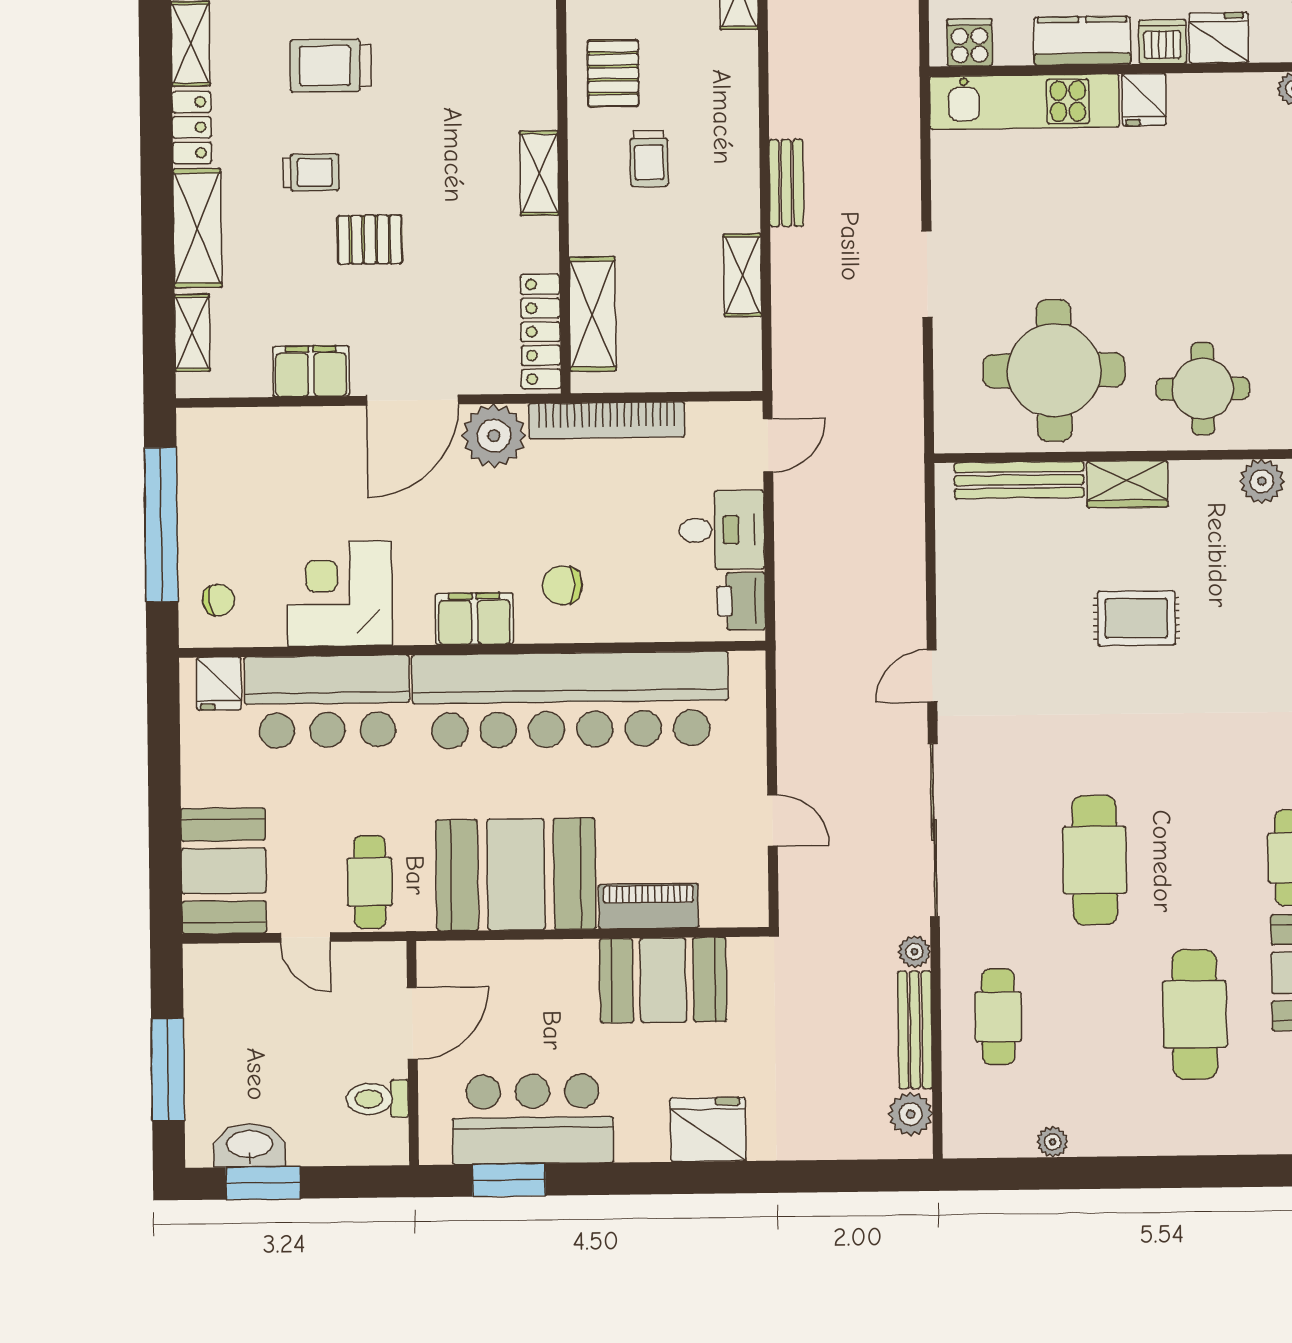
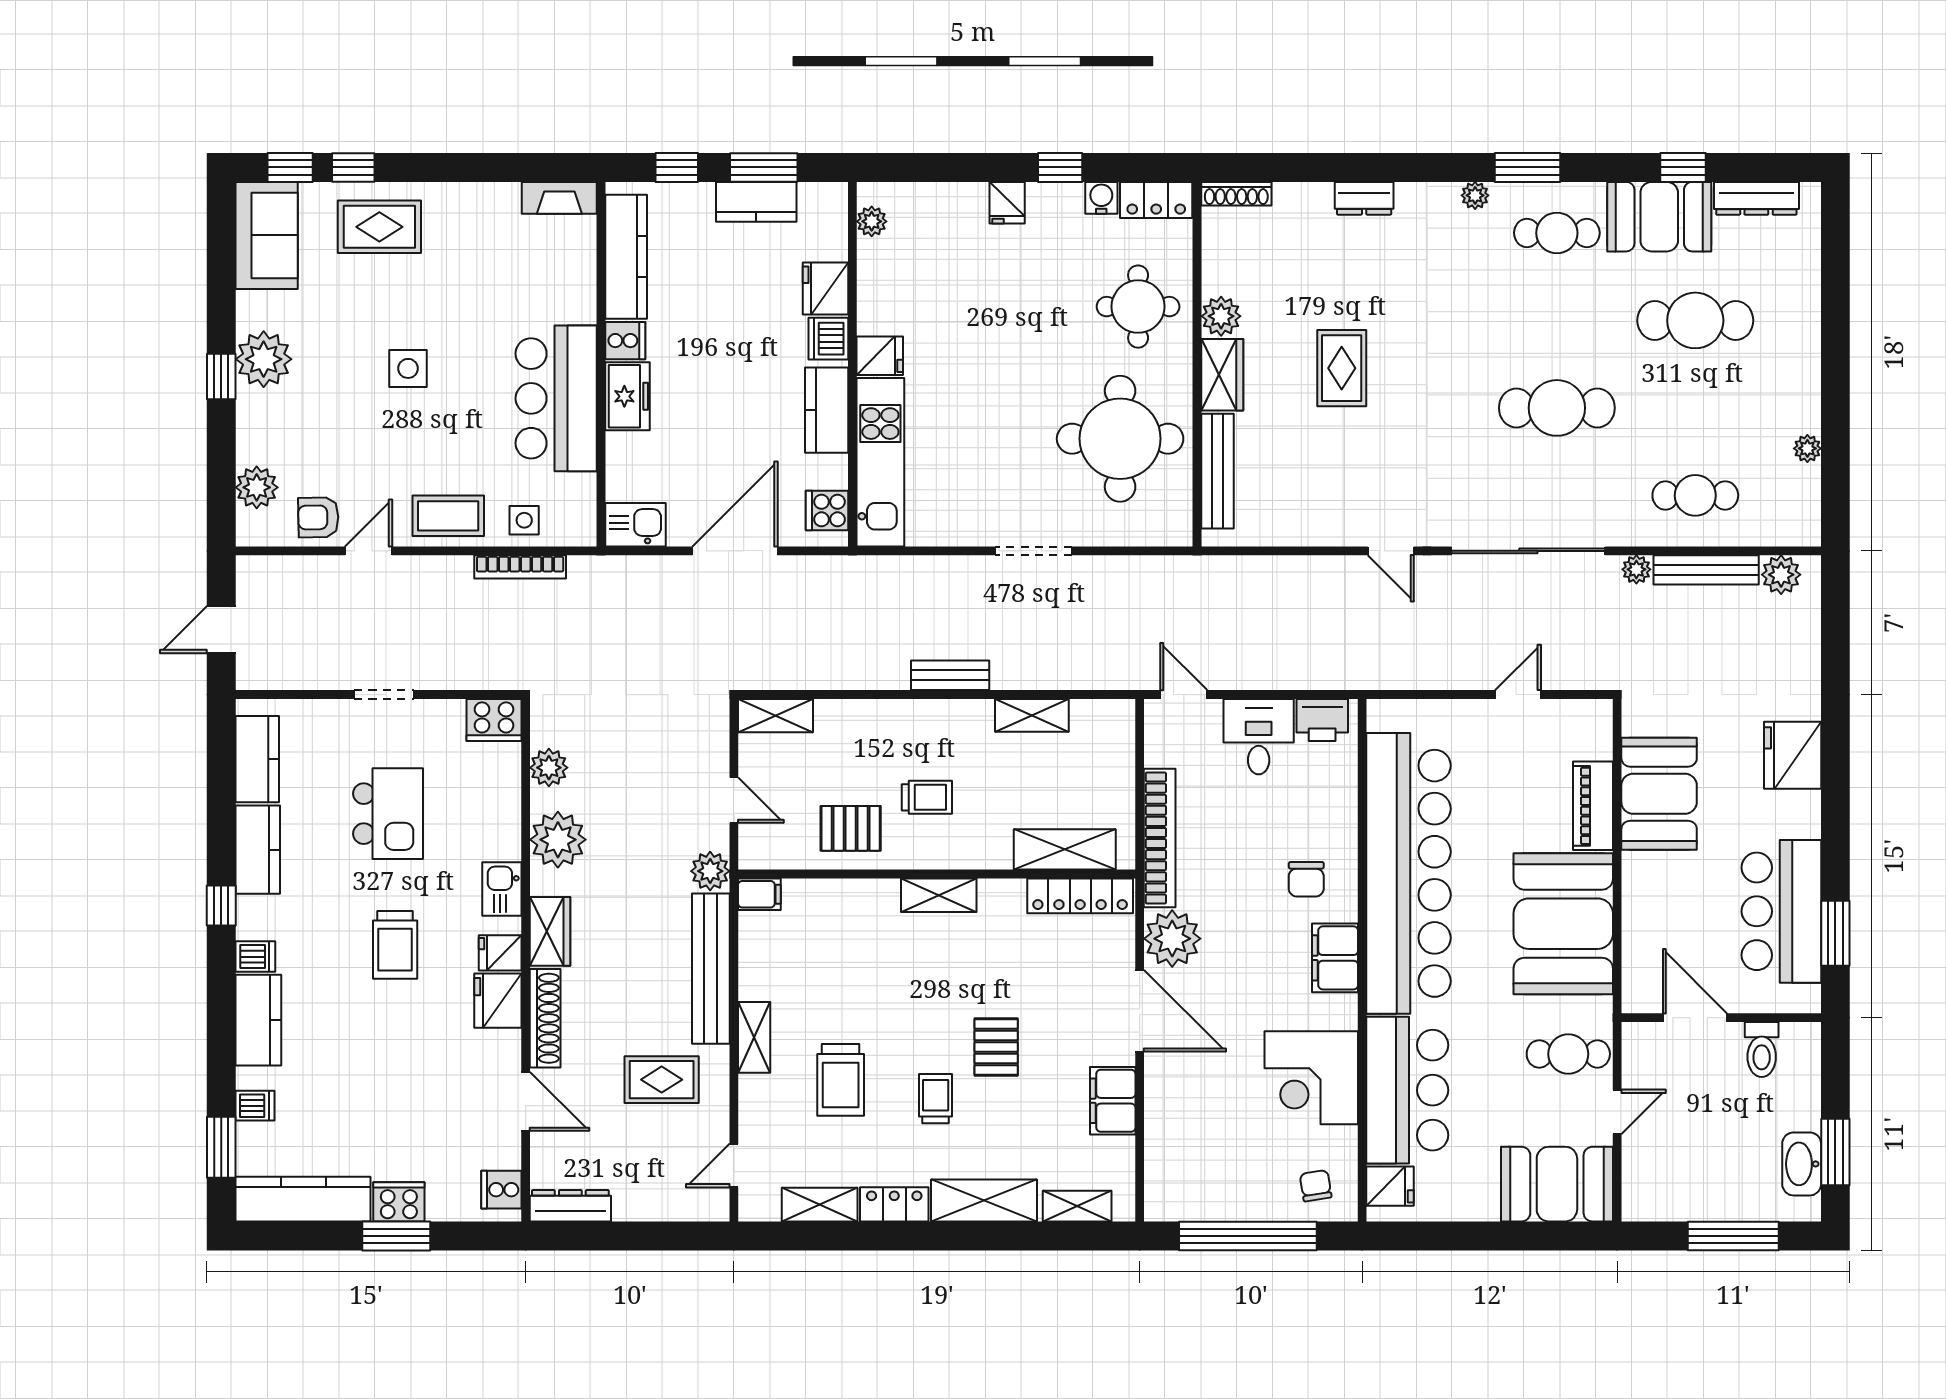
plant: (1262, 481) -> (1221, 316), moved

